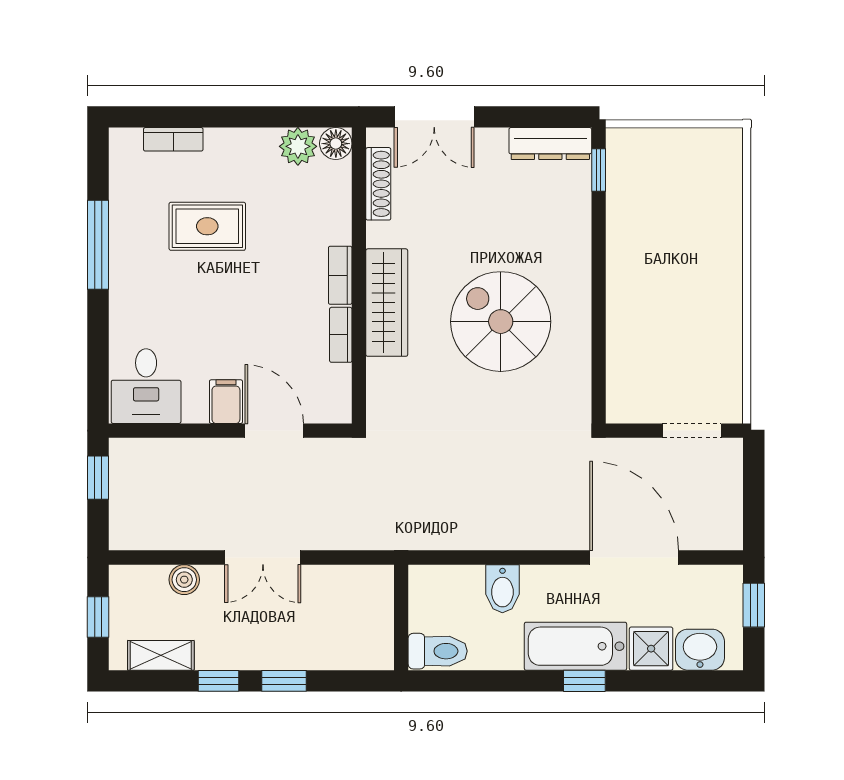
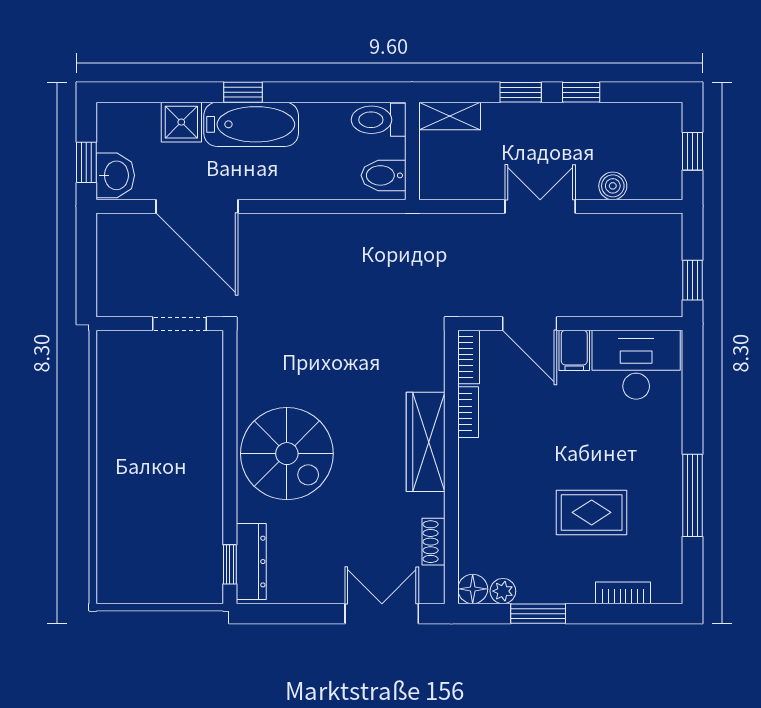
window: (265, 117) -> (538, 614), added
dresser: (550, 144) -> (251, 562), moved, turned 90
plant: (298, 146) -> (503, 591), width x0.73, depth x0.73
shoe rack: (378, 184) -> (433, 542), width x0.70
bookcase: (340, 275) -> (469, 357), moved
spiral stairs: (501, 322) -> (287, 454), moved
desk: (146, 386) -> (636, 365), width x1.37
doorway: (692, 431) -> (180, 324), moved
bidet: (502, 589) -> (383, 175), moved, turned -90
washbasin: (700, 650) -> (115, 175), moved, turned -90
shelving: (161, 655) -> (450, 116), moved

